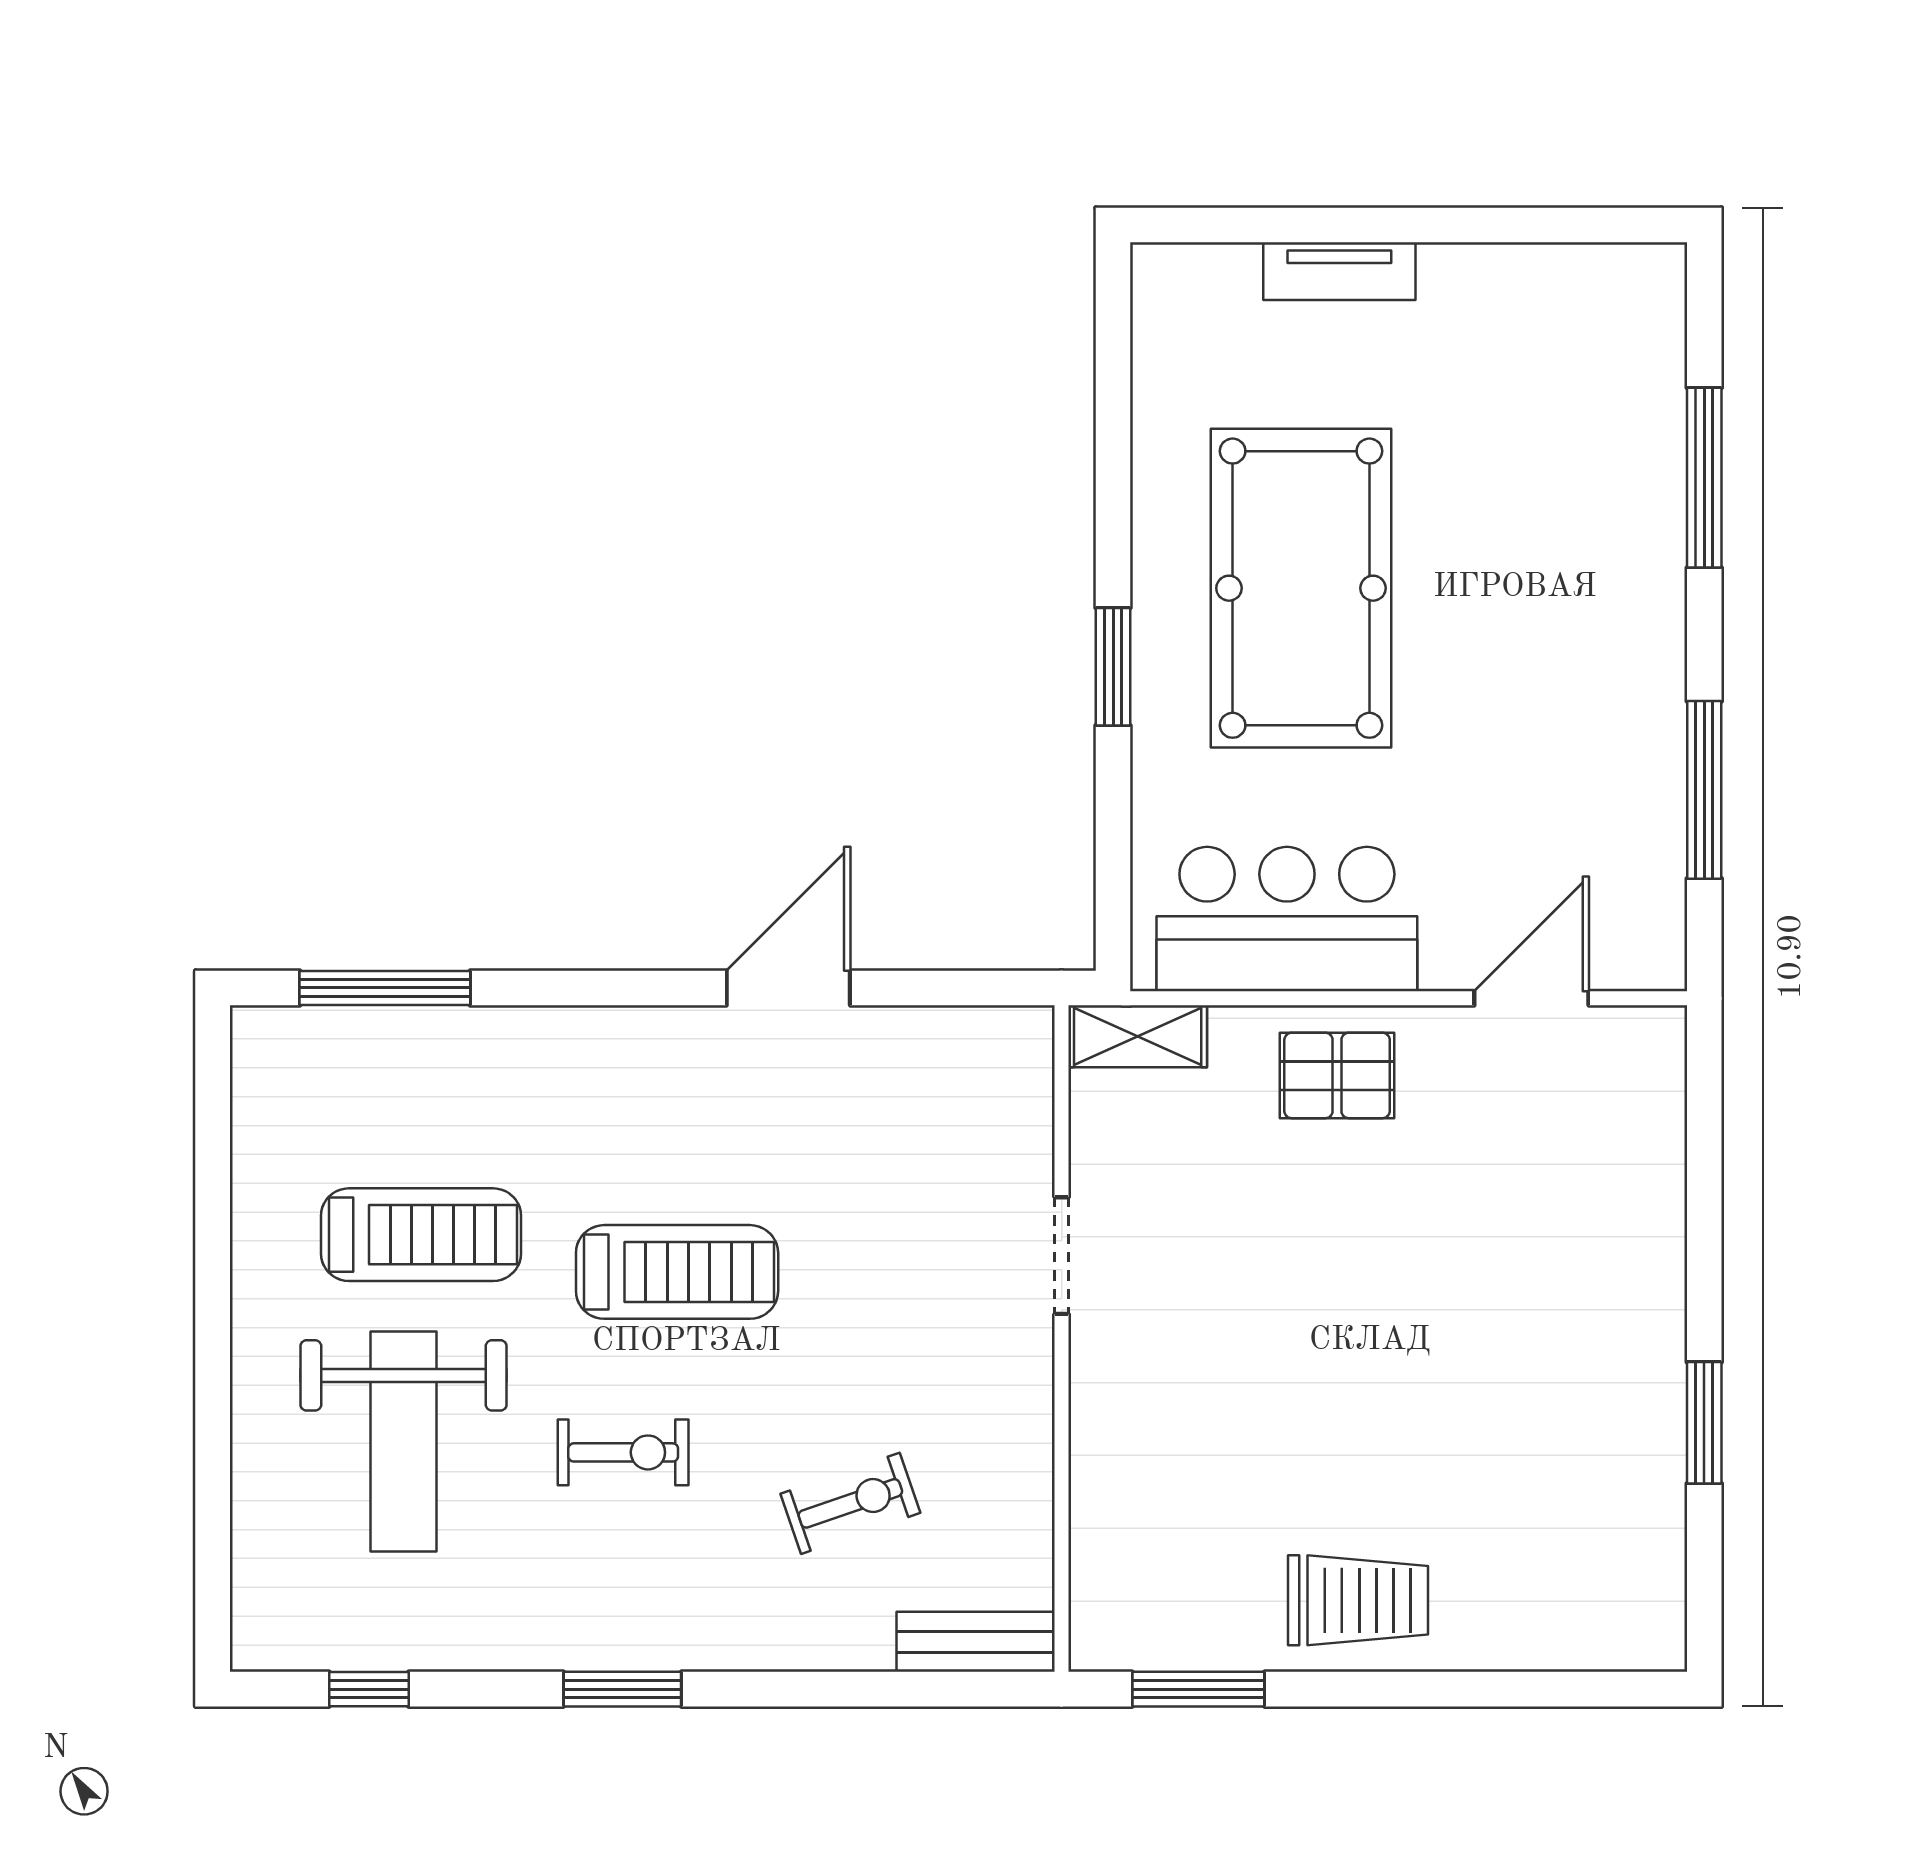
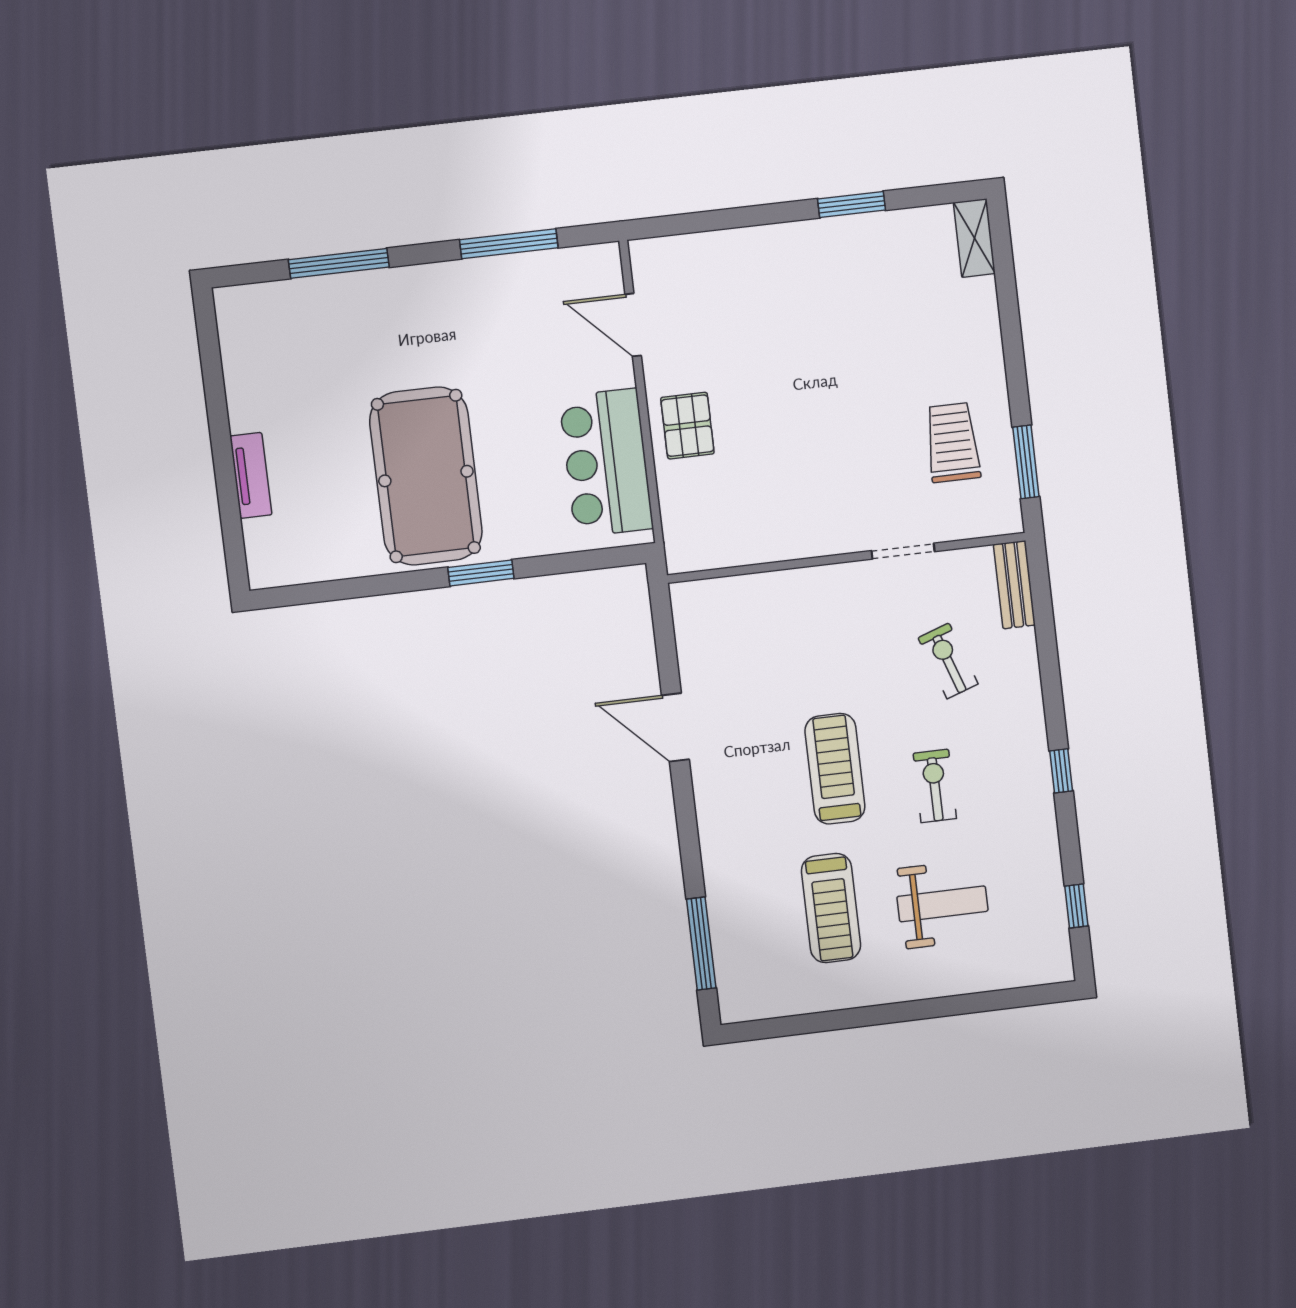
pool table: (1301, 588) -> (426, 476), turned 90
shelving: (1138, 1036) -> (974, 238), moved
treadmill: (421, 1235) -> (831, 908), turned 180
doorway: (1062, 1256) -> (903, 551), moved
weight bench: (404, 1442) -> (942, 904), width x0.73, depth x0.75
trolley: (1358, 1600) -> (953, 442), moved
window: (622, 1689) -> (1061, 771), width x0.67

